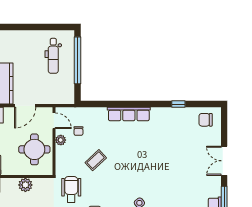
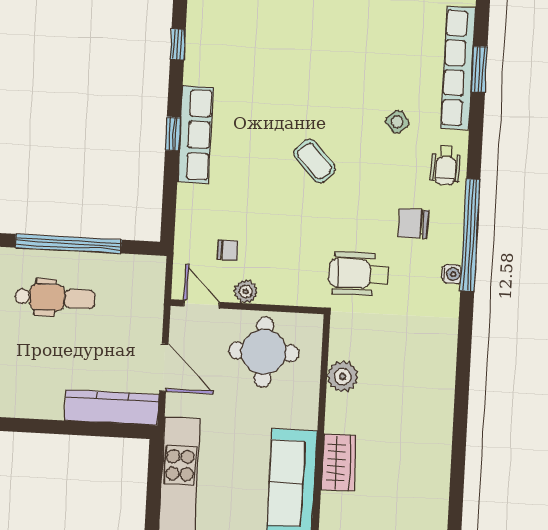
window: (129, 104) -> (173, 134), added
window: (178, 104) -> (178, 44), moved
door: (54, 121) -> (202, 304), hinge flipped
coffee table: (96, 160) -> (314, 161), moved

